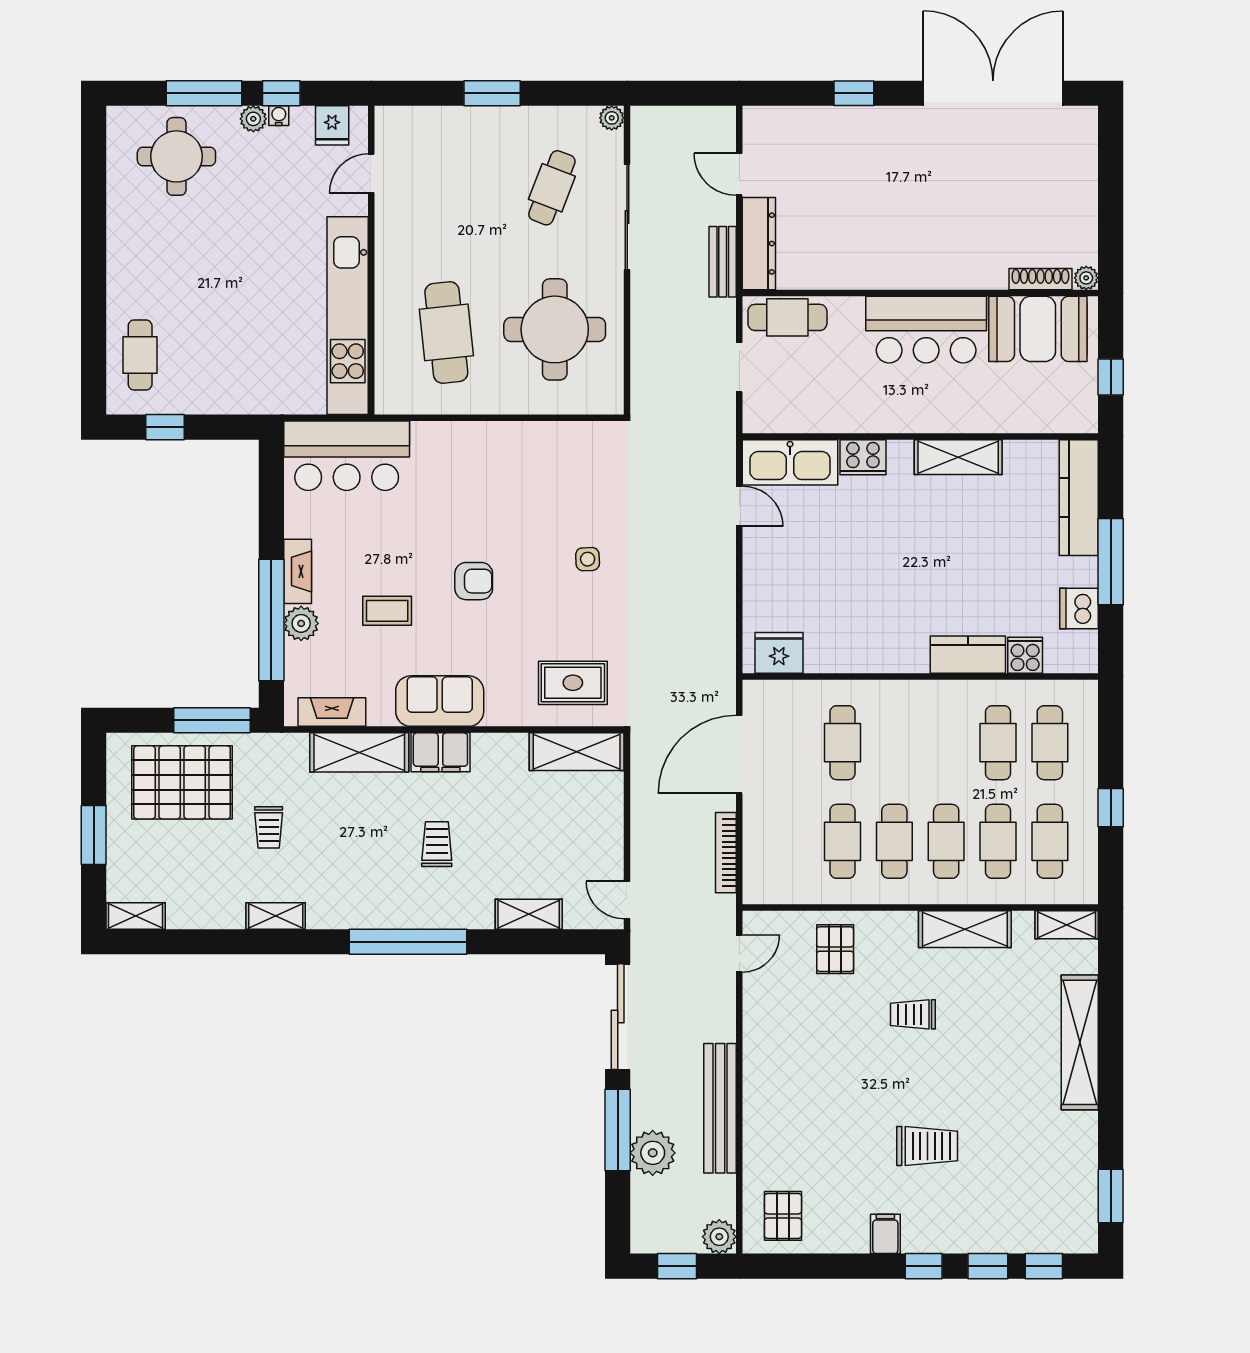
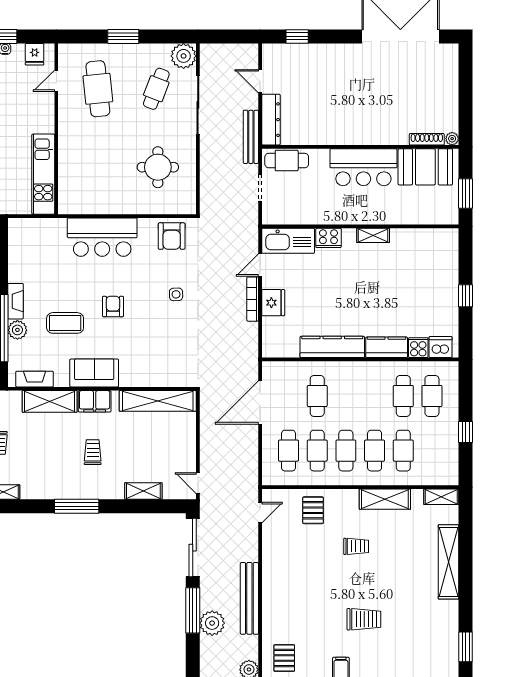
window: (854, 93) -> (297, 36), moved
plant: (612, 118) -> (184, 56), width x1.88, depth x1.88
bench: (723, 262) -> (251, 137), width x1.36
kitchen unit: (348, 316) -> (43, 174), width x0.73
round table: (555, 329) -> (158, 167), width x0.73, depth x0.73
cafe table: (446, 332) -> (98, 89), moved
window: (1111, 377) -> (466, 194), width x1.50
armchair: (580, 454) -> (172, 236), added
bar counter: (347, 456) -> (102, 237), moved
shelving: (958, 457) -> (373, 235), width x0.67, depth x0.75
kitchen counter: (1079, 498) -> (332, 347), moved, turned 90
door: (739, 506) -> (260, 265), swing flipped
window: (1111, 562) -> (466, 296), width x0.46
armchair: (474, 581) -> (113, 307), turned -90
dishwasher: (1079, 609) -> (441, 347), moved, turned 90
coffee table: (387, 611) -> (65, 323), width x1.36, depth x1.30
fridge: (779, 653) -> (273, 303), moved, turned 90
rug: (573, 683) -> (168, 363), removed
shelving: (577, 752) -> (158, 401), width x1.47
cafe table: (1050, 841) -> (288, 451), moved
bookcase: (726, 853) -> (253, 299), moved
window: (408, 942) -> (77, 506), width x0.68
trolley: (913, 1014) -> (356, 546), turned 180

